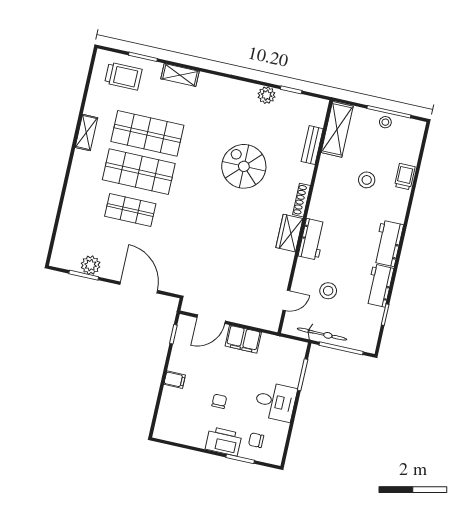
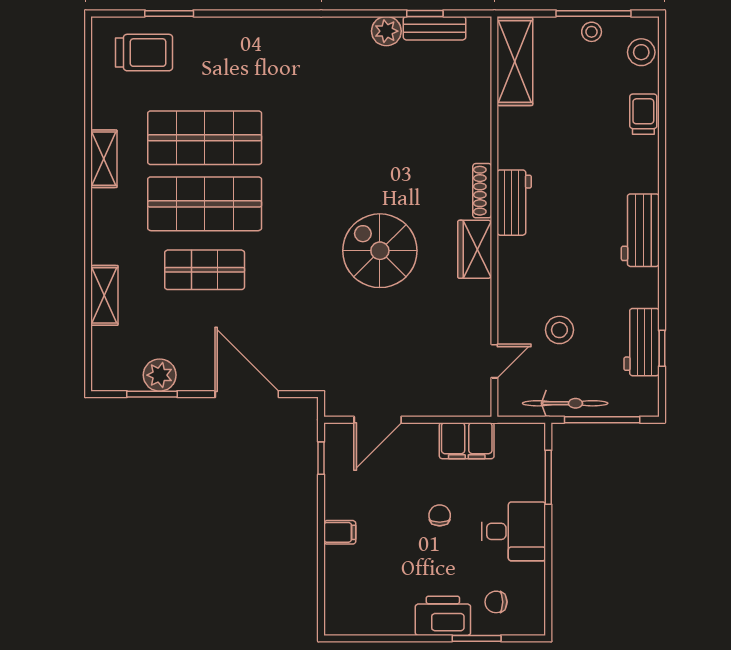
shelving: (180, 75) -> (104, 295), moved, turned 90
bench: (312, 145) -> (435, 28), moved, turned 90
spiral stairs: (244, 166) -> (380, 251), moved
stool: (367, 180) -> (641, 52), moved
workbench: (312, 239) -> (514, 203), moved
workbench: (379, 286) -> (642, 342), moved
filing cabinet: (243, 339) -> (467, 441), moved
chair: (219, 401) -> (440, 515), moved

